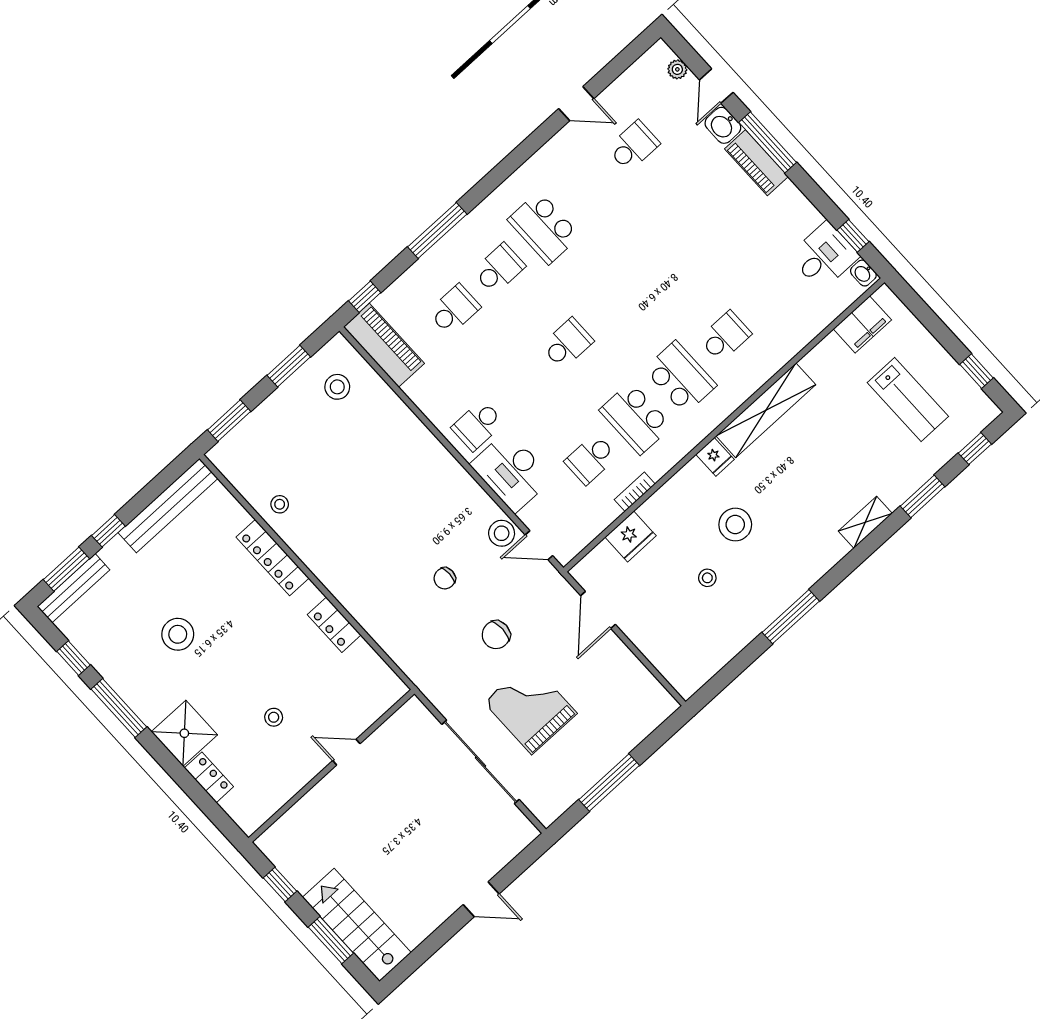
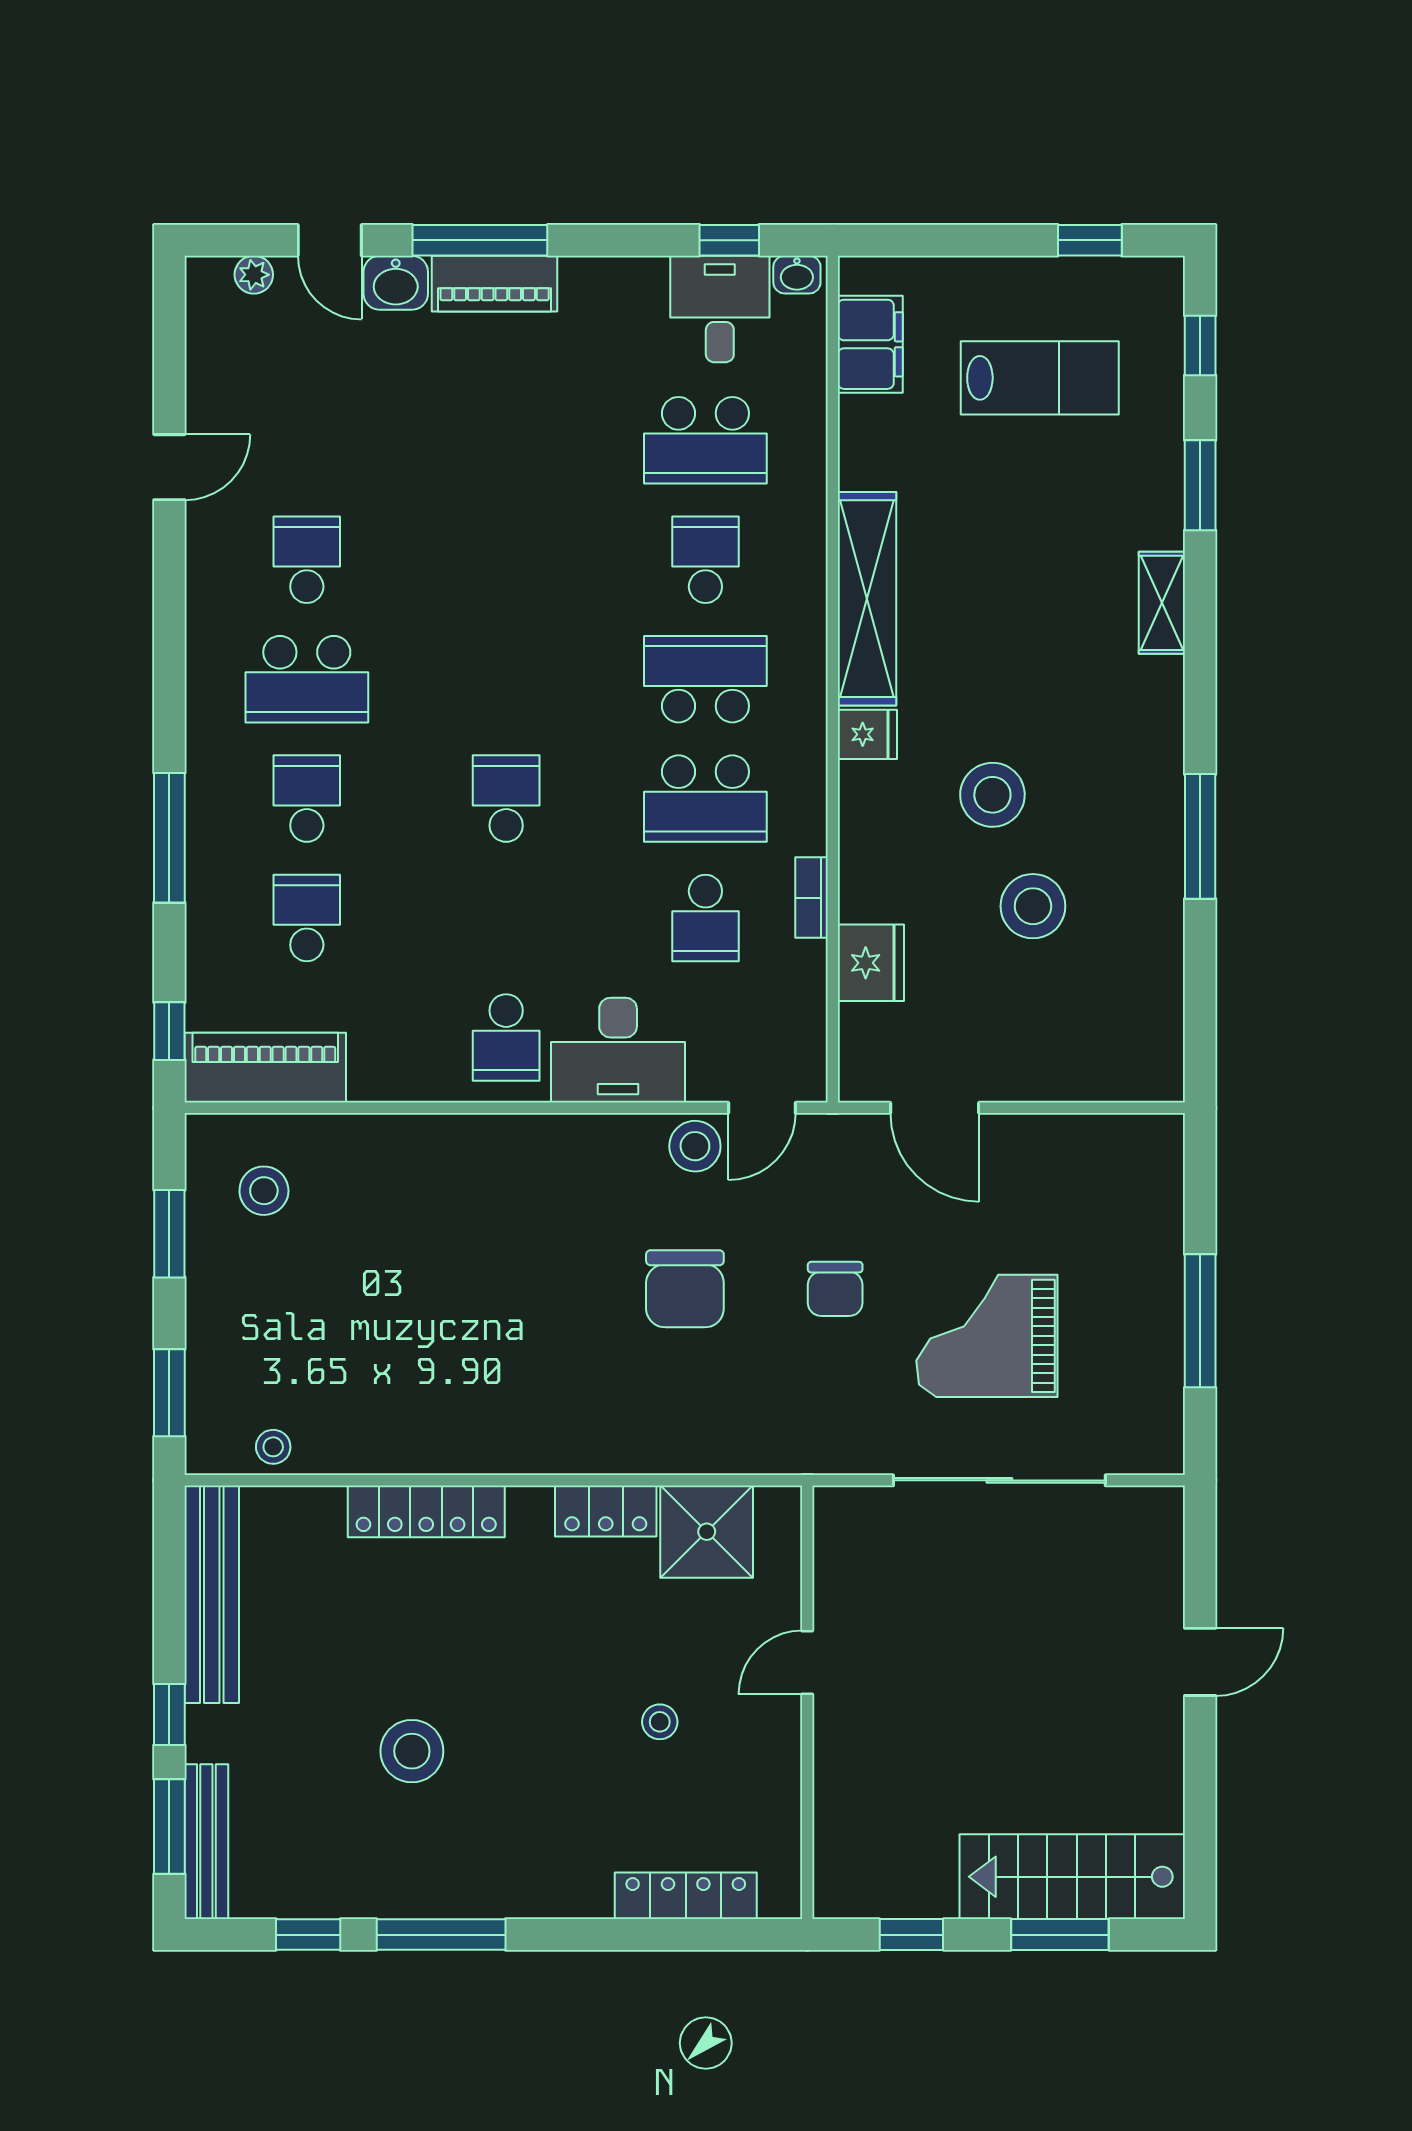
school desk: (633, 146) -> (307, 560), moved
school desk: (770, 295) -> (705, 440), added
stool: (280, 504) -> (273, 1447), moved
chair: (445, 578) -> (685, 1289), width x1.87, depth x1.87
stool: (707, 578) -> (1033, 906), width x1.89, depth x1.89
shower: (184, 733) -> (707, 1532), moved
locker: (209, 777) -> (686, 1896), width x1.53

